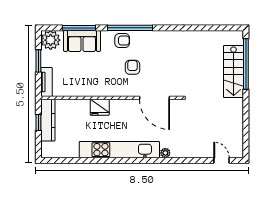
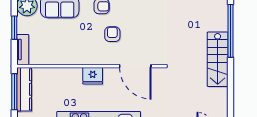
stairs: (234, 72) -> (218, 59), moved
fridge: (100, 107) -> (93, 76), moved
window: (38, 123) -> (14, 92), width x2.17

